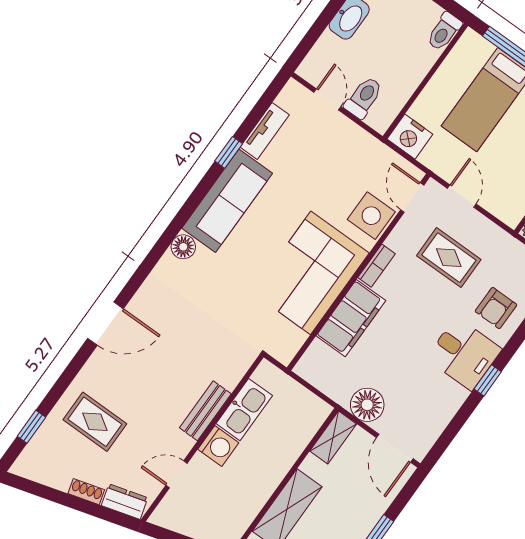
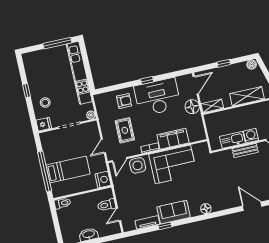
sofa: (227, 201) -> (174, 212), width x0.73
desk: (464, 354) -> (157, 97), width x1.87, depth x1.30

